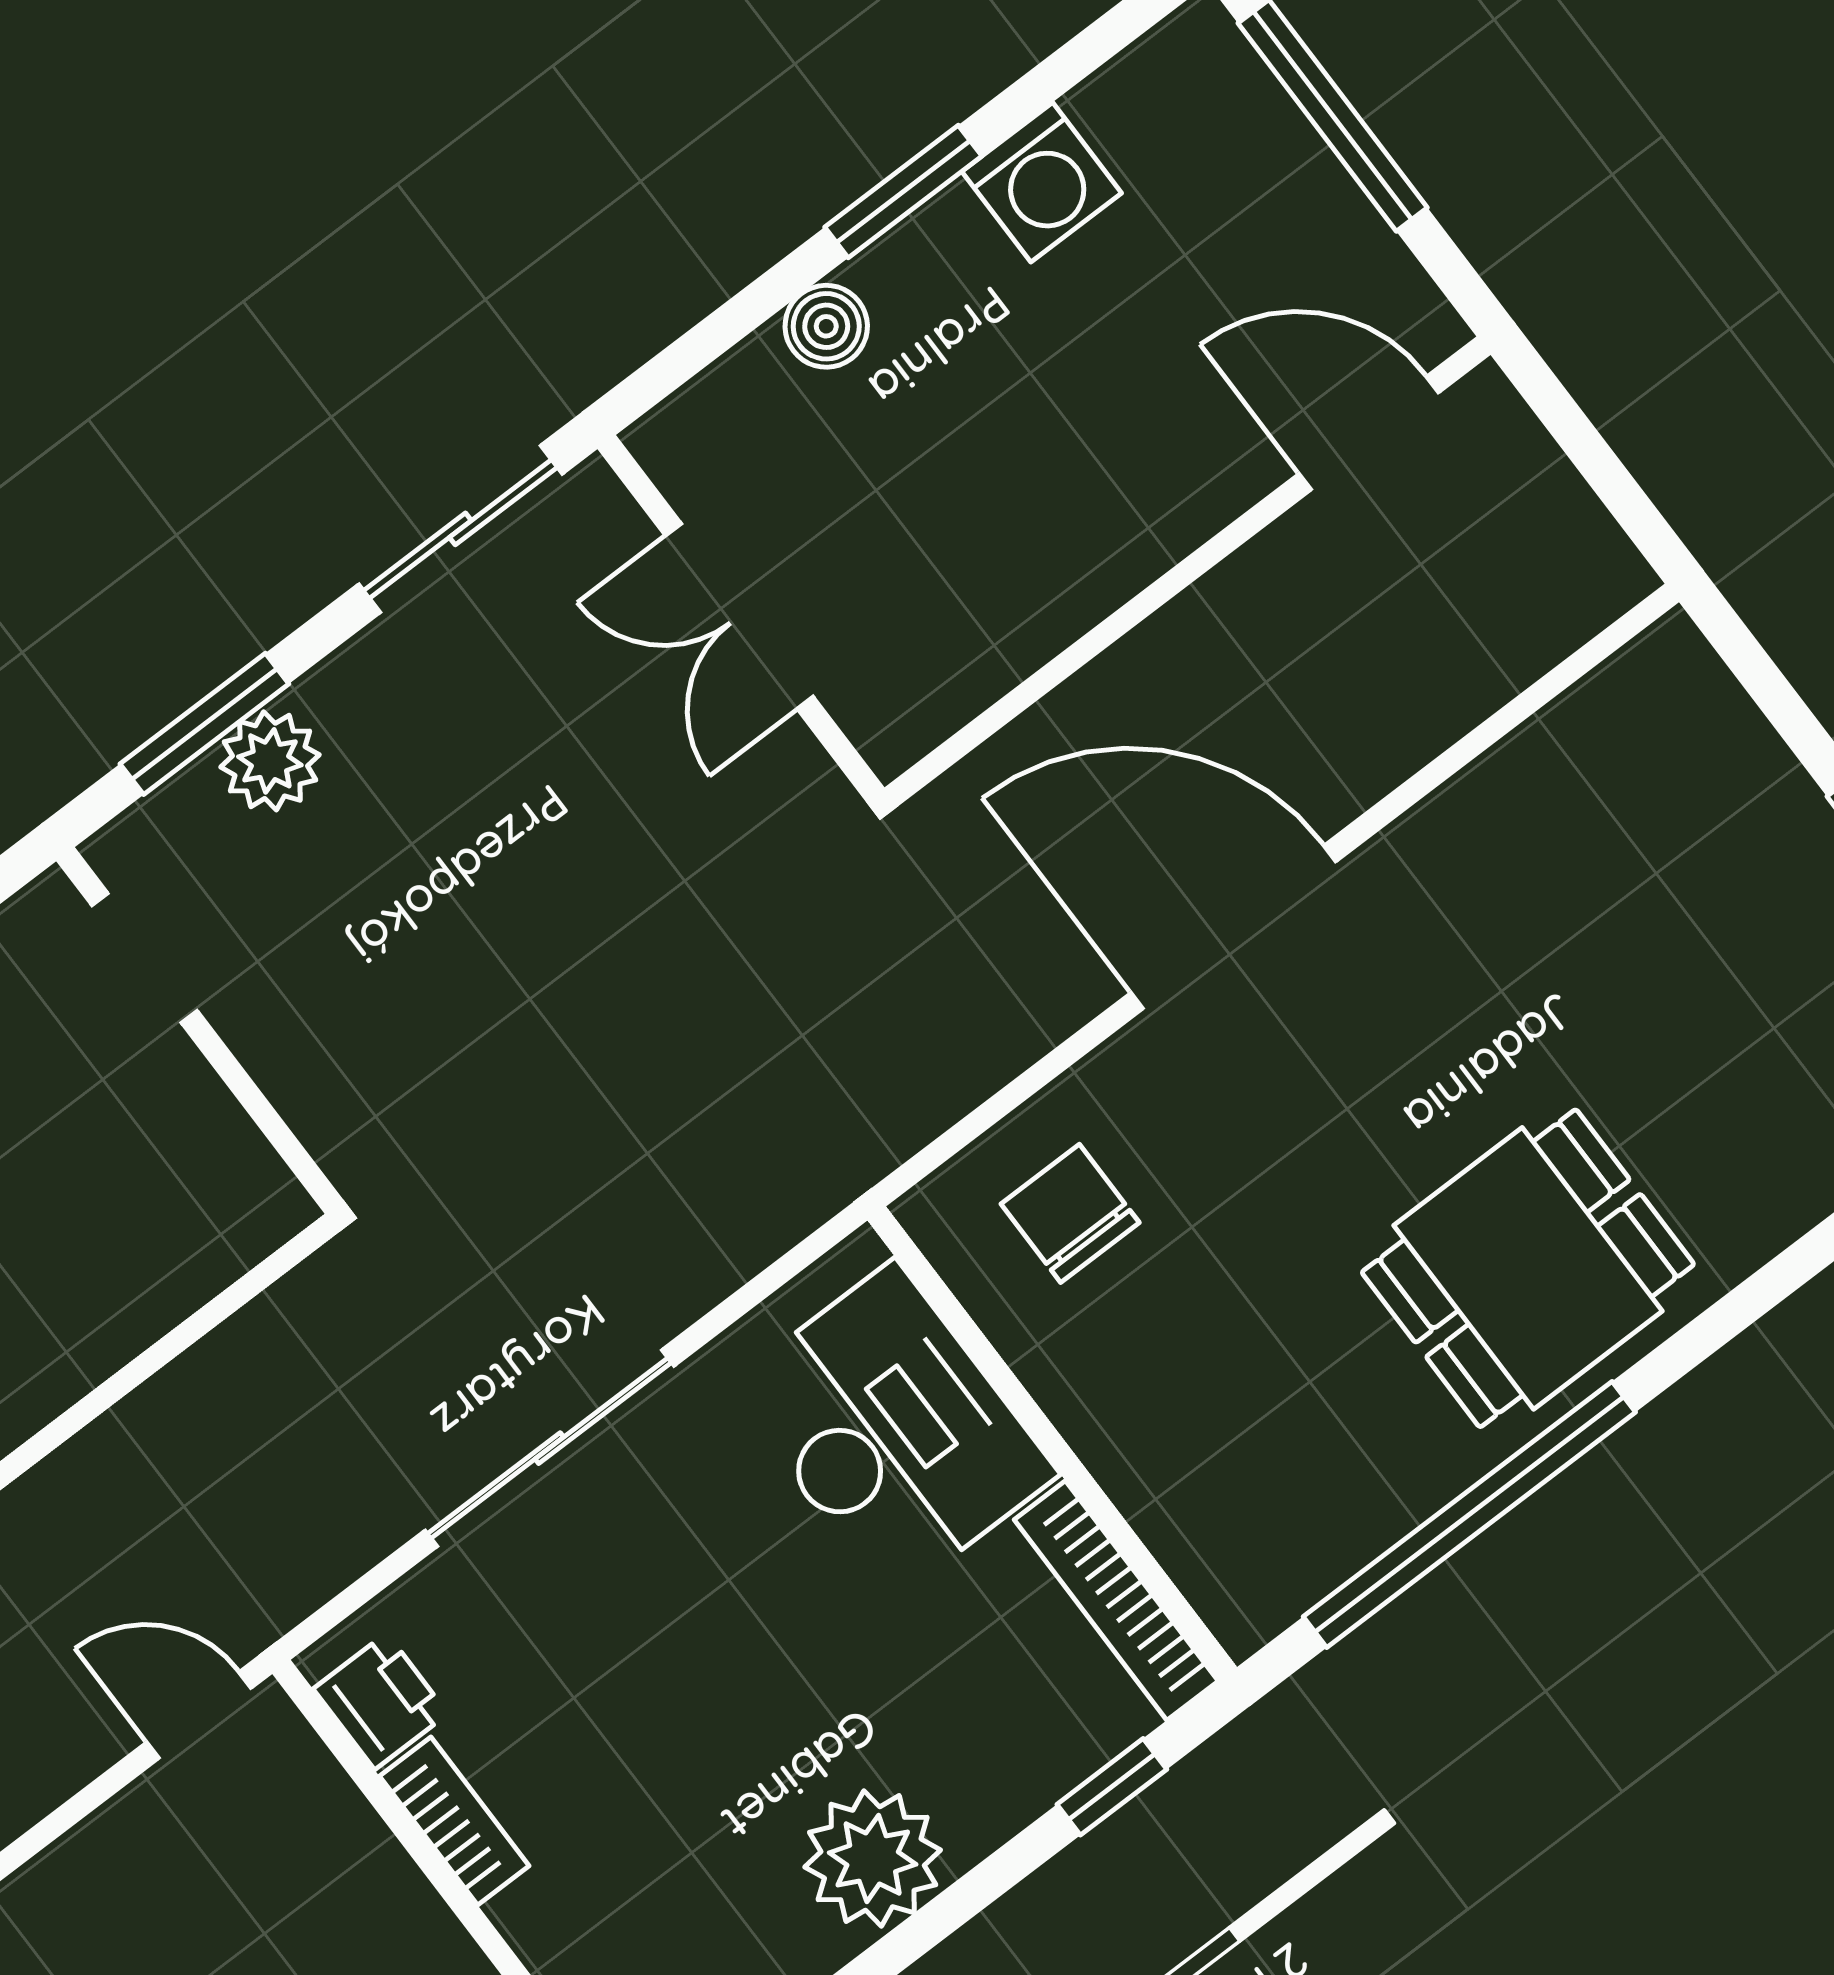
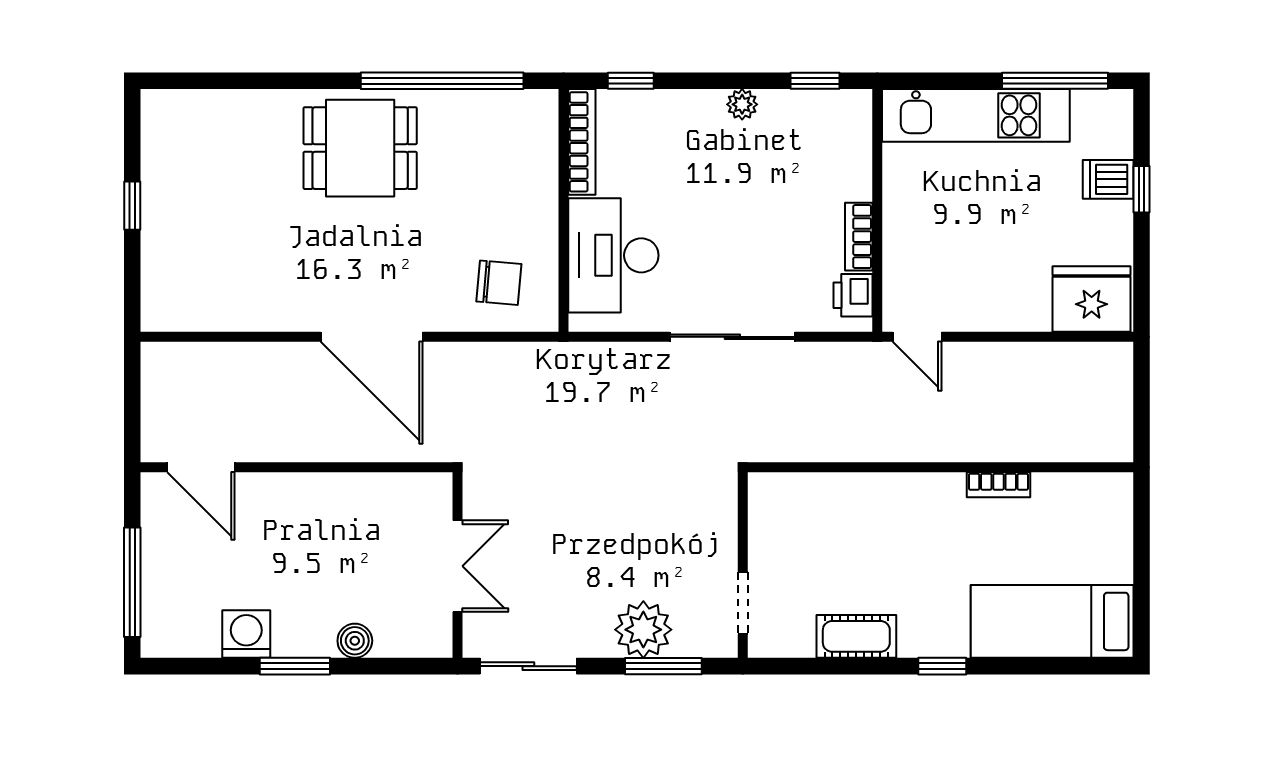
plant: (270, 761) -> (643, 630), width x1.36, depth x1.36
chair: (1070, 1213) -> (499, 283), turned -85
plant: (873, 1859) -> (742, 104), width x0.53, depth x0.53

